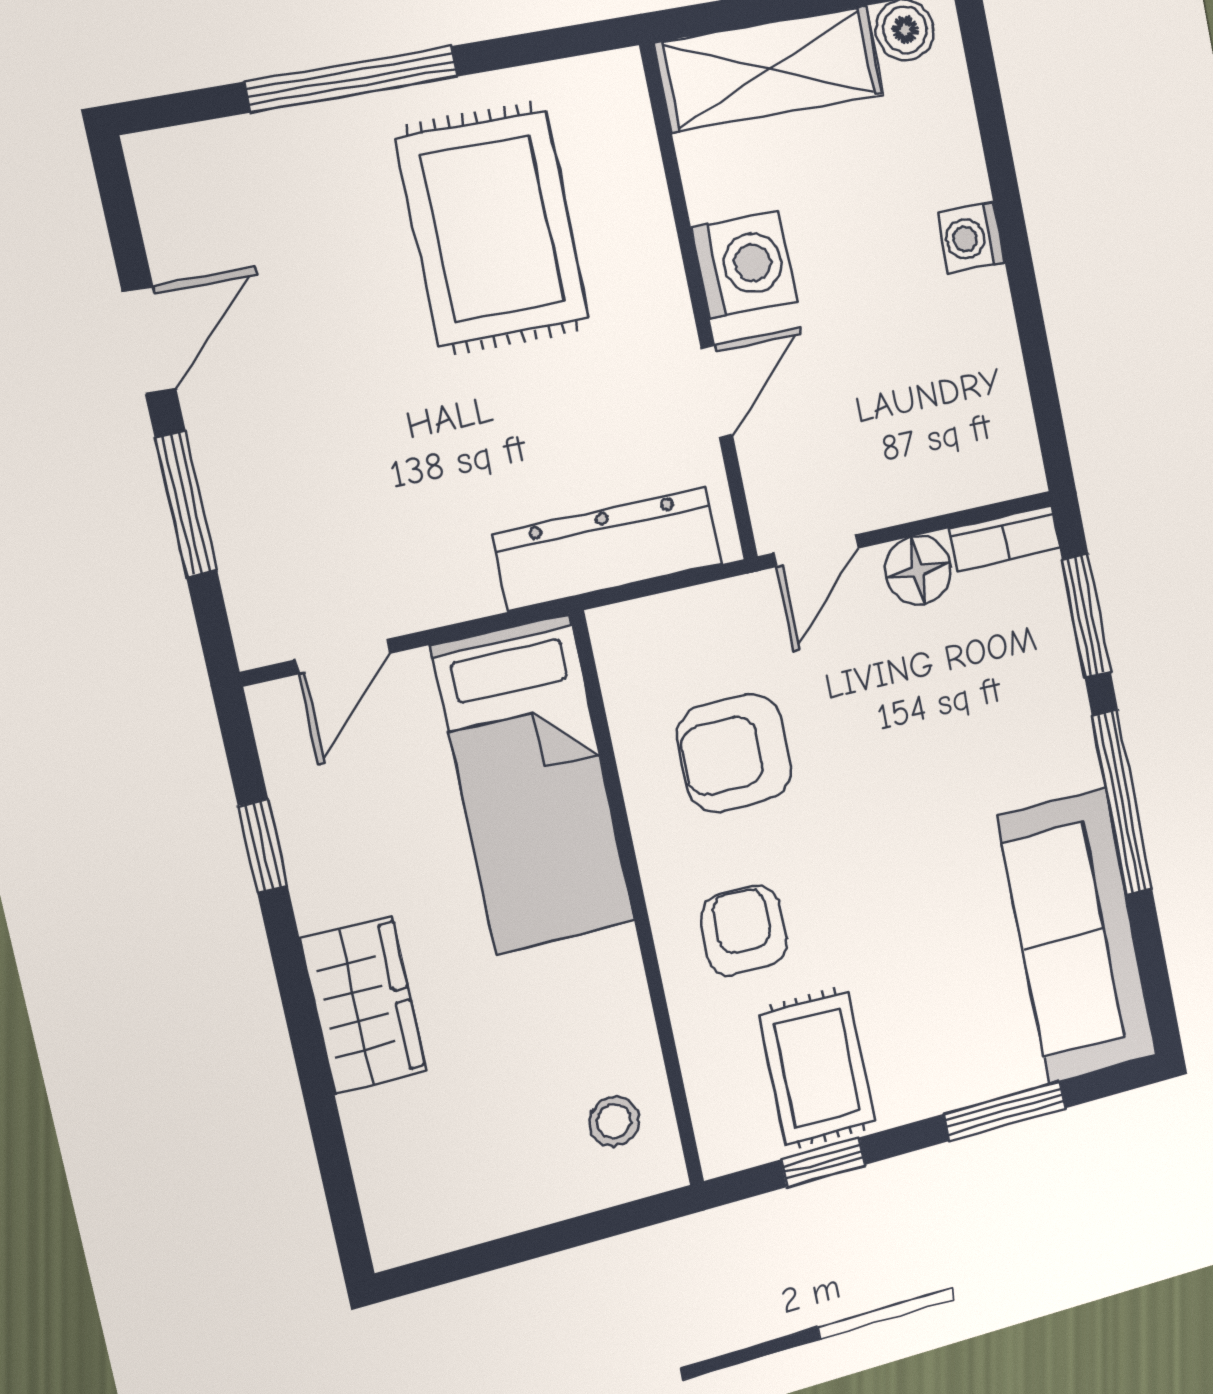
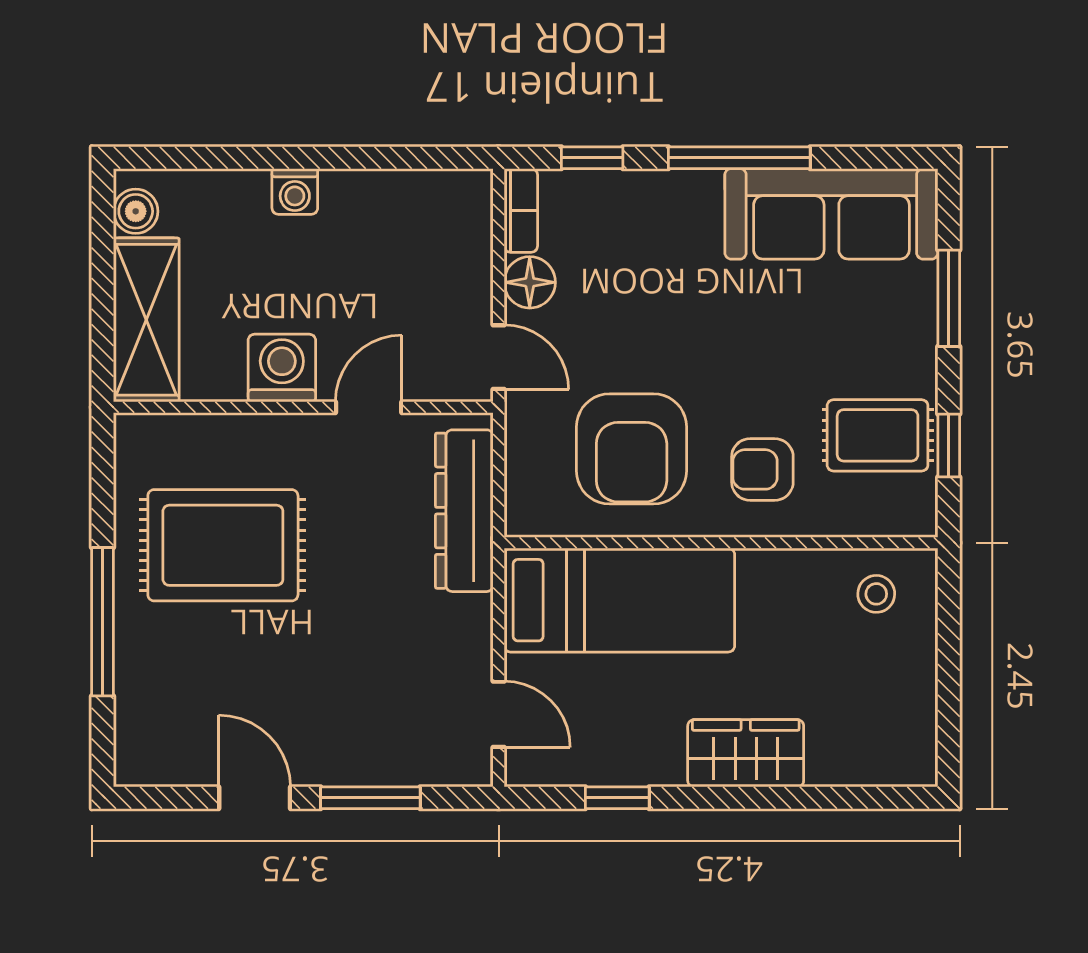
door: (717, 391) -> (369, 407), hinge flipped
window: (1086, 616) -> (592, 158), width x0.67
armchair: (735, 753) -> (632, 449), width x1.36, depth x1.36

